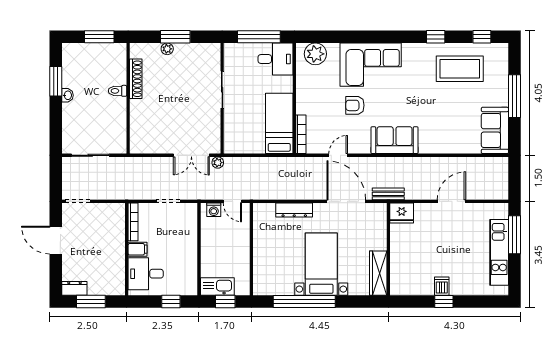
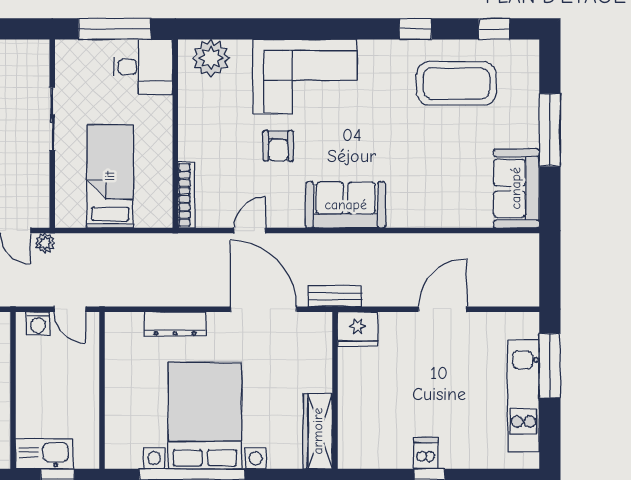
armchair: (355, 105) -> (278, 146), turned -90
bed: (279, 123) -> (110, 176), moved
bed with nightstands: (321, 264) -> (205, 416), width x1.36

